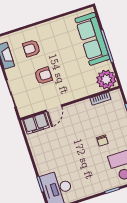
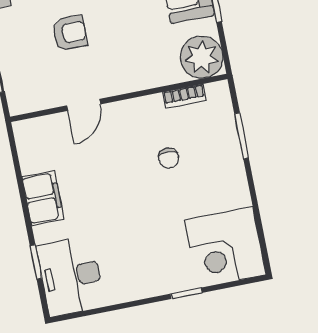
filing cabinet: (36, 124) -> (43, 198), moved, turned -90
chair: (102, 141) -> (169, 158), moved

